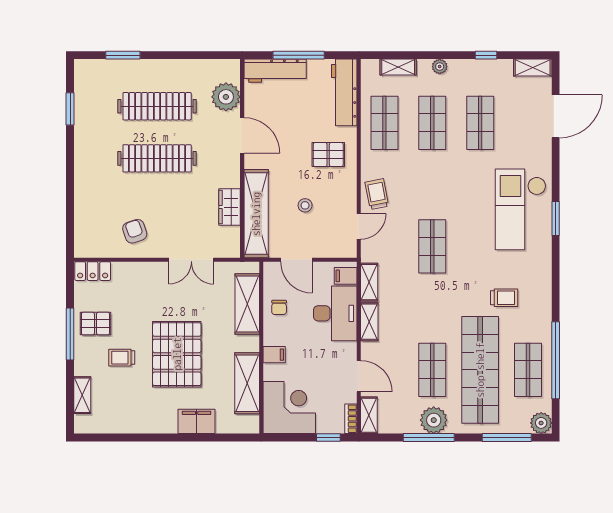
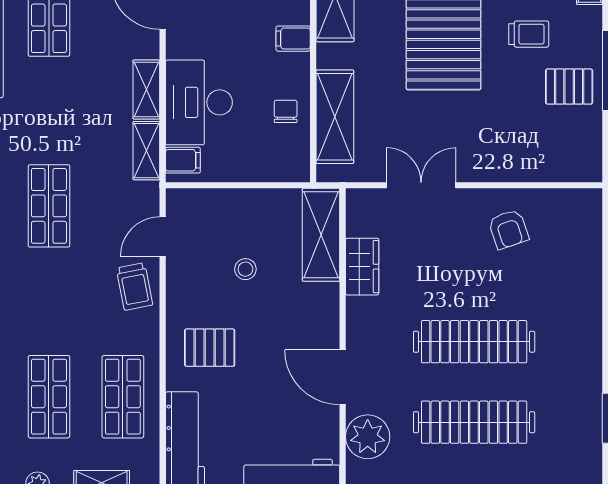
shelving: (256, 214) -> (321, 235), width x0.68
door: (296, 260) -> (259, 185), removed
locker: (93, 271) -> (573, 168), removed

